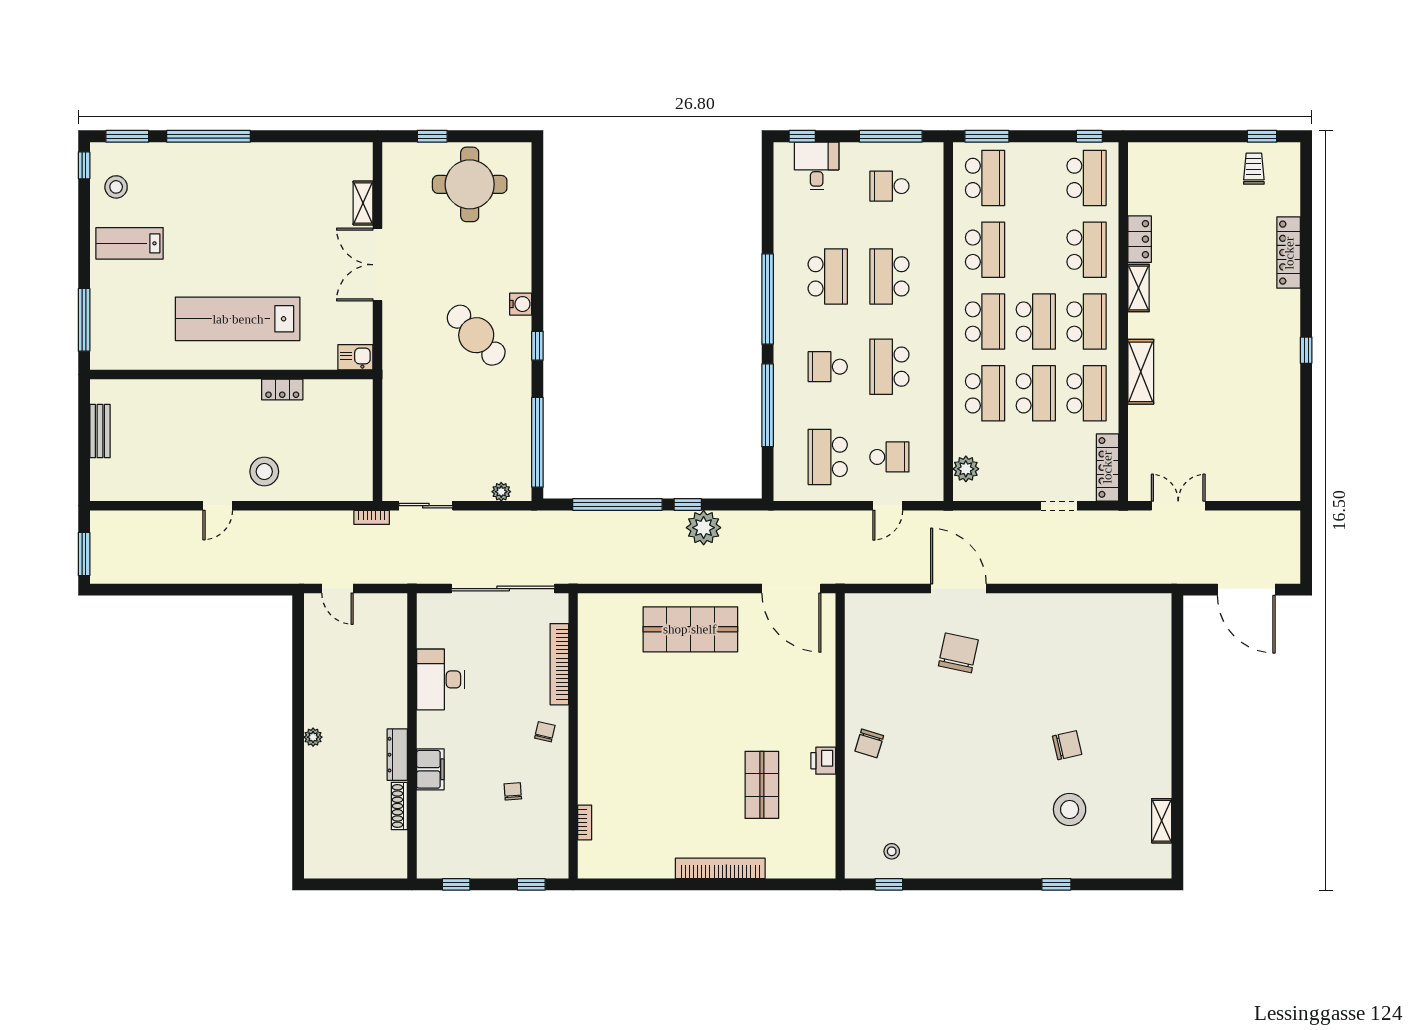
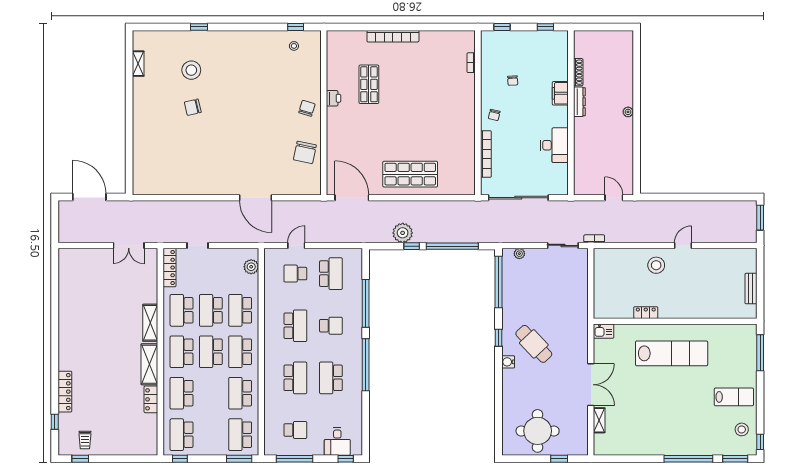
shelving: (1138, 288) -> (149, 364), width x1.50, depth x1.33
window: (1306, 350) -> (55, 422), moved
chair: (958, 653) -> (305, 152), moved

